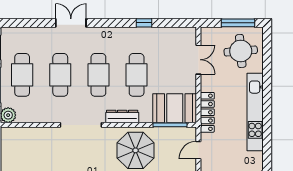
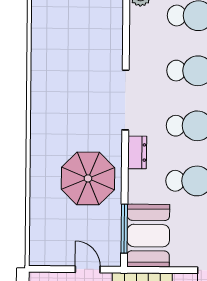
dresser: (122, 117) -> (137, 152), width x0.70

